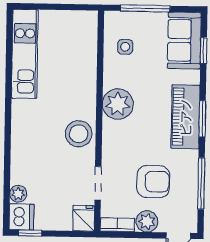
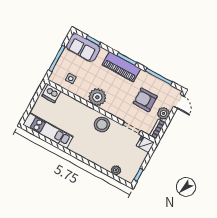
armchair: (153, 182) -> (145, 100), turned -90
dishwasher: (21, 217) -> (51, 94), moved, turned 180

